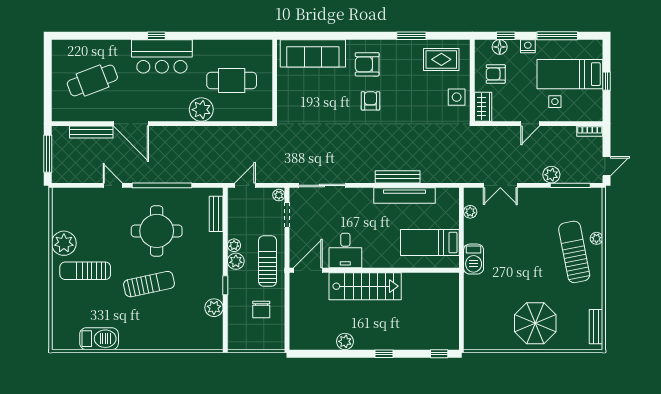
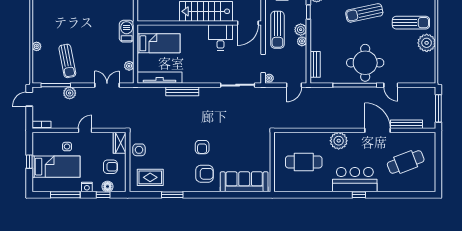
plant: (201, 110) -> (339, 141), moved
tv unit: (405, 196) -> (160, 78), moved
round table: (157, 231) -> (365, 63), moved
sun lounger: (574, 252) -> (67, 61), moved, width x0.73, depth x0.75

